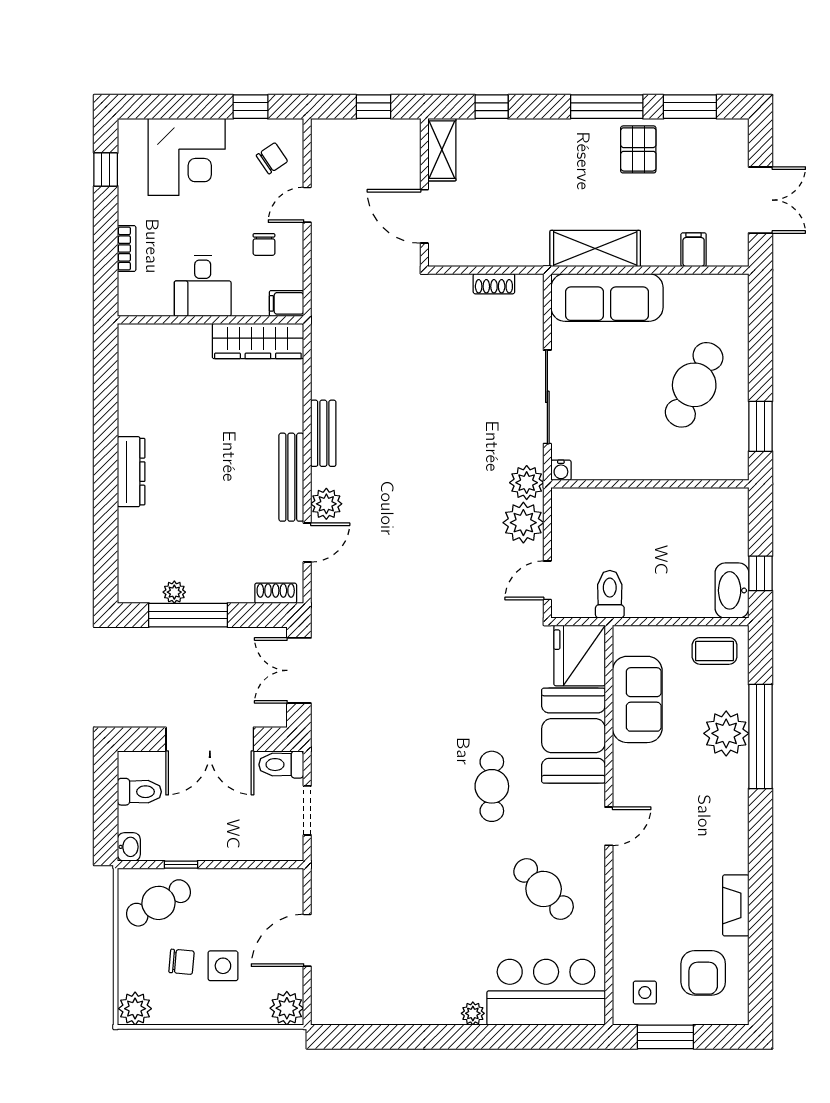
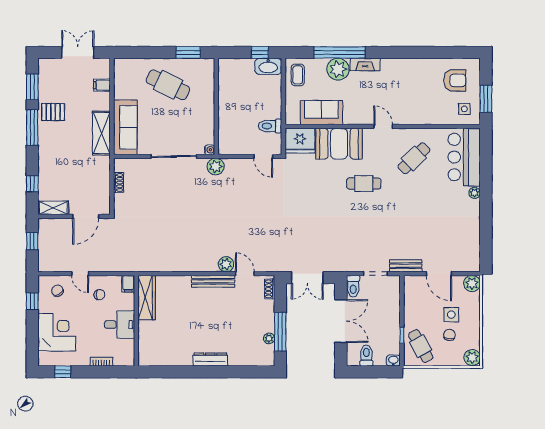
bench: (323, 433) -> (406, 266), moved
plant: (523, 523) -> (235, 168), removed
fireplace: (736, 905) -> (365, 65), moved

